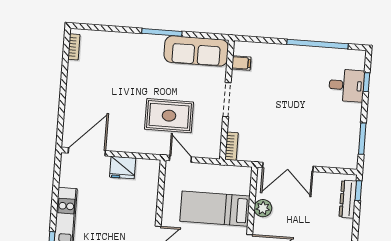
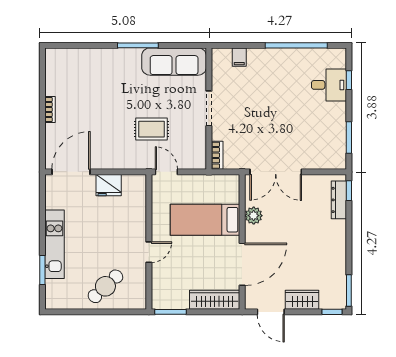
bookcase: (74, 47) -> (50, 110), moved
filing cabinet: (241, 63) -> (239, 57), moved, turned 90
rug: (169, 116) -> (151, 129), width x0.73, depth x0.70

